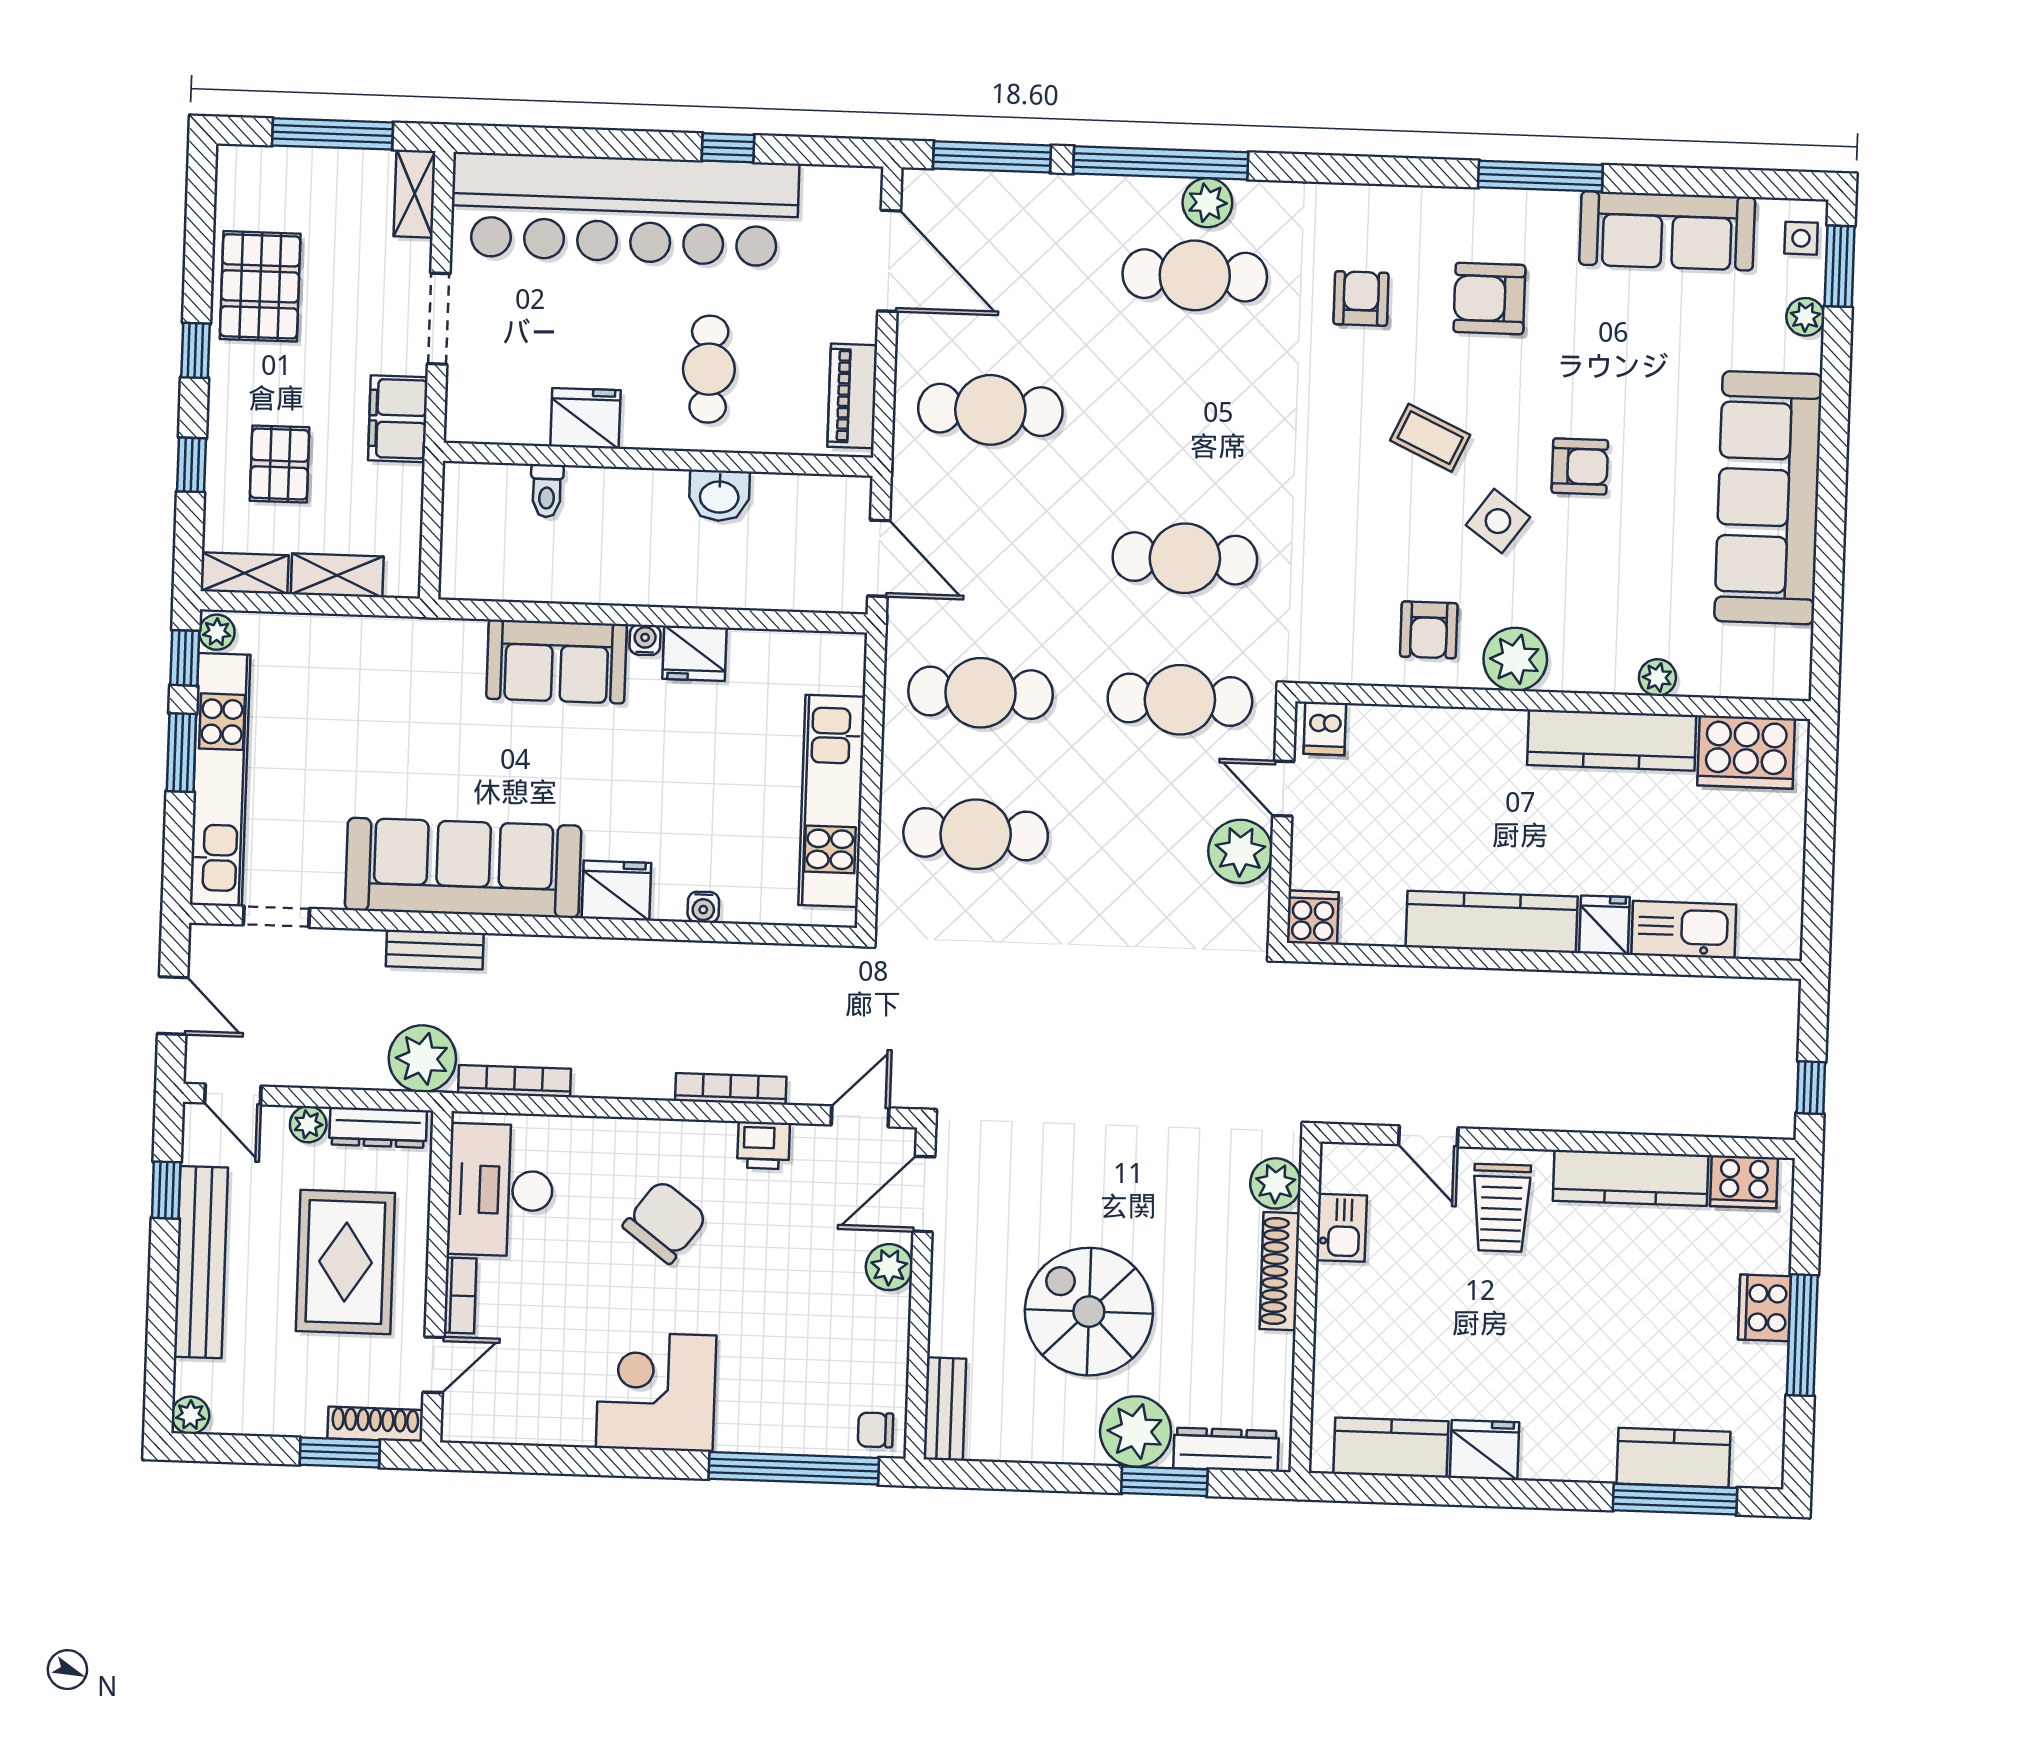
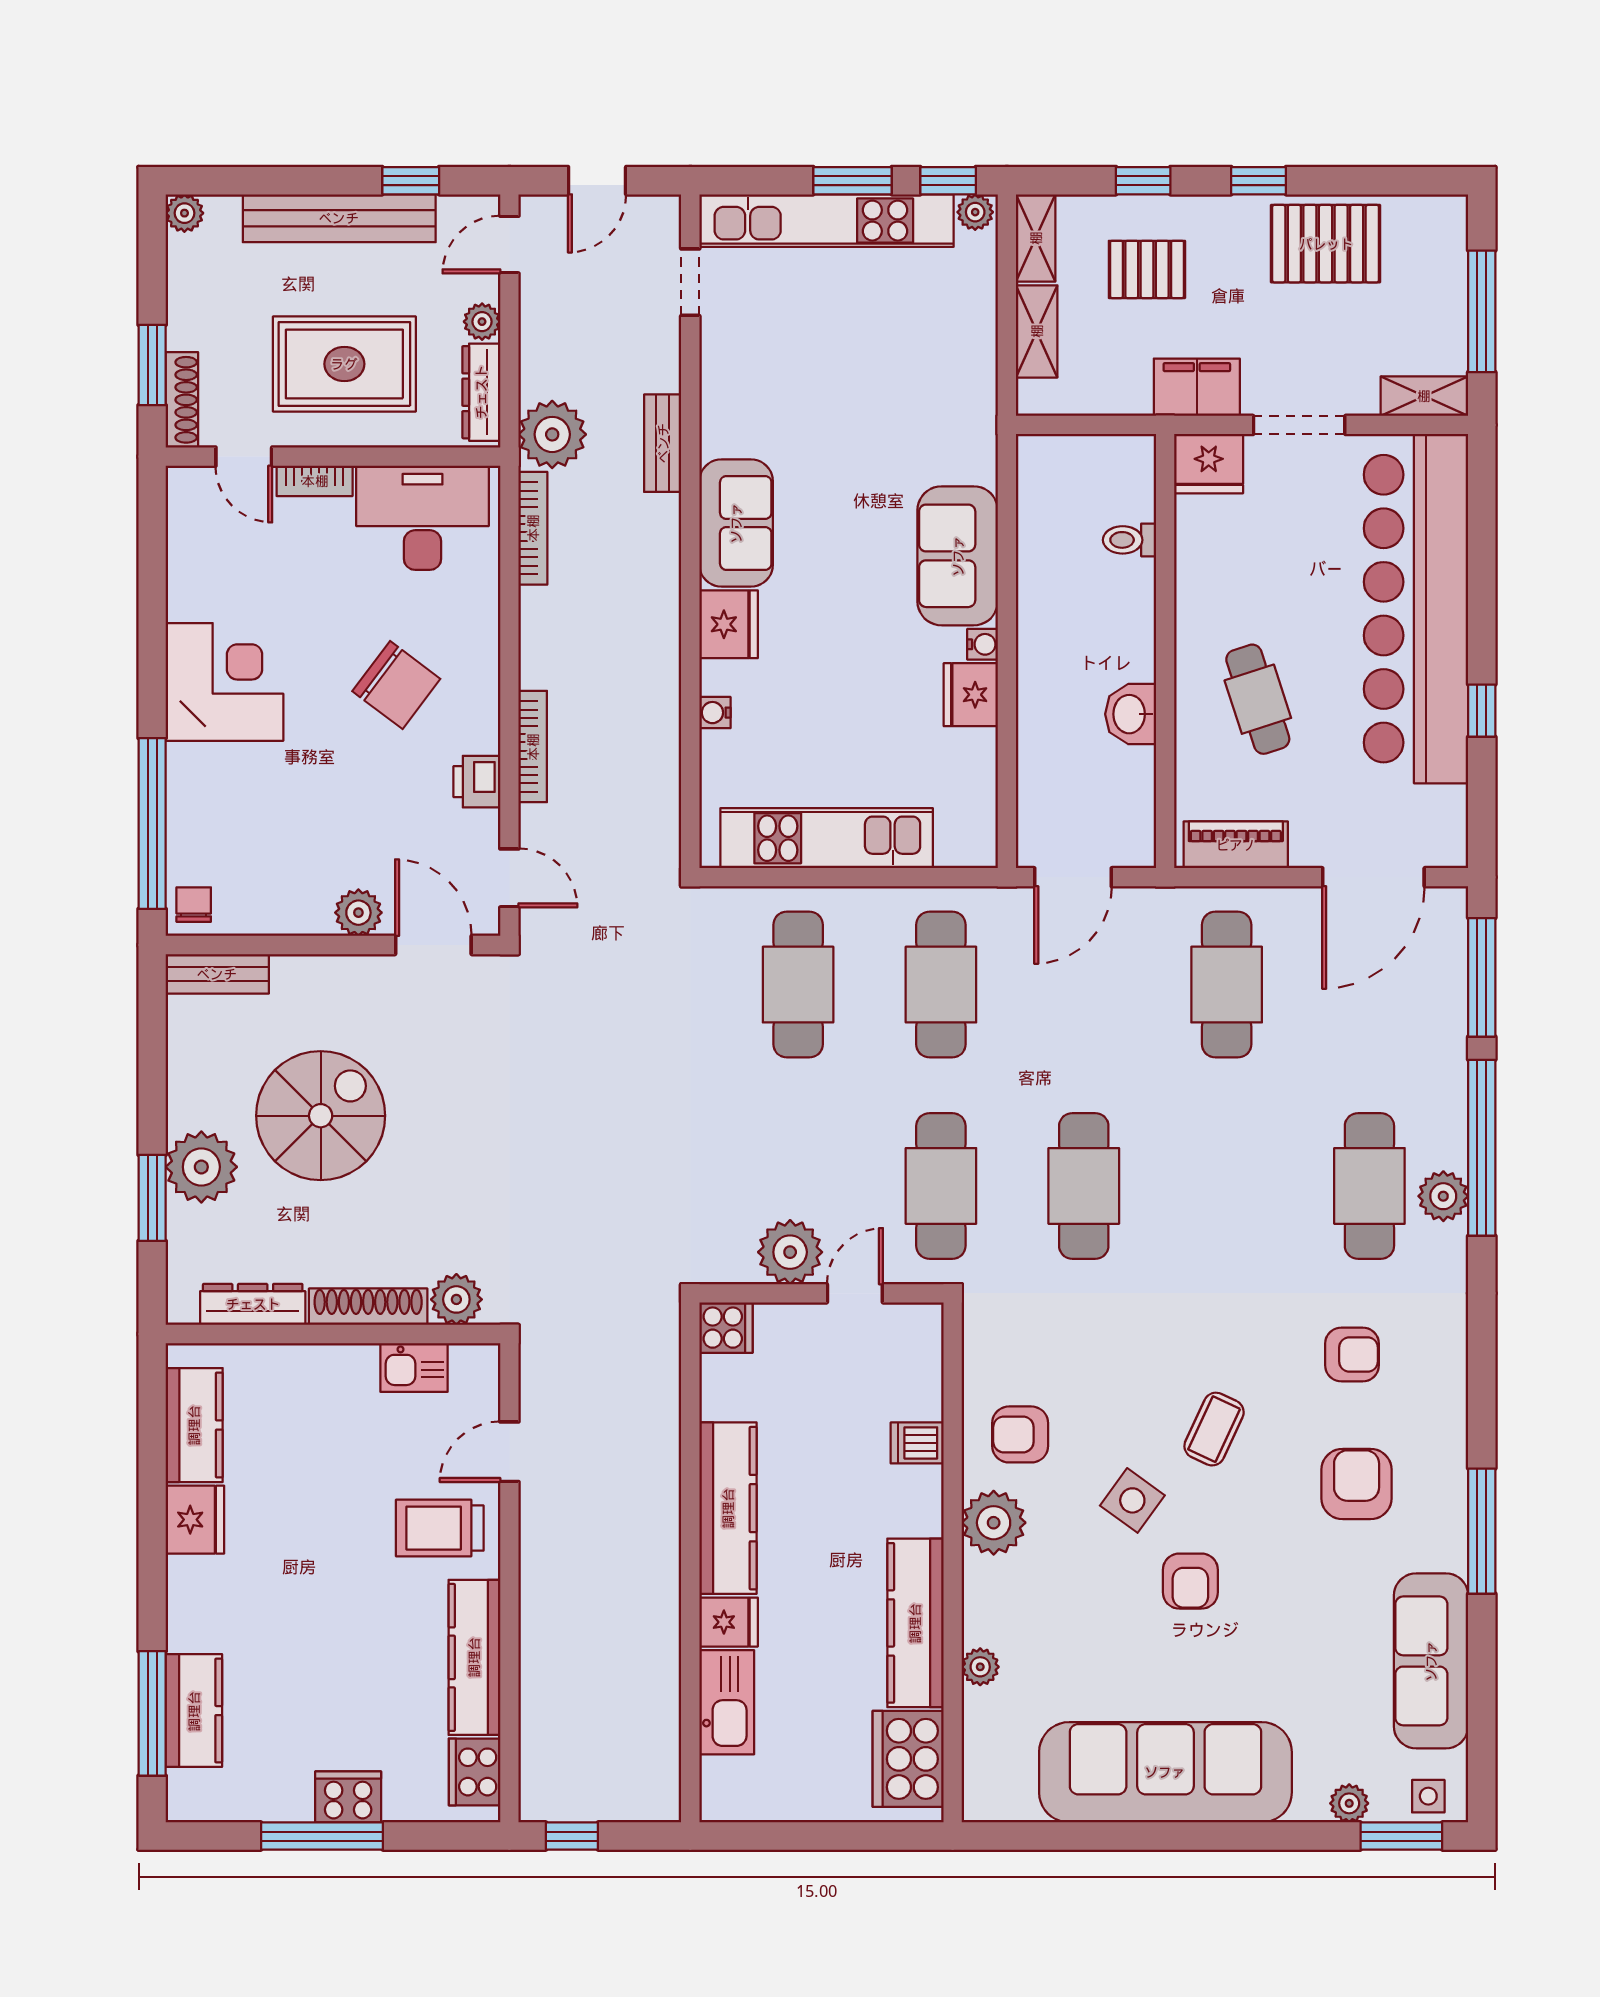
cafe table: (709, 369) -> (1258, 699), turned 72
fridge: (585, 418) -> (1209, 464), moved, turned 90
dishwasher: (1325, 728) -> (917, 1443), moved
sofa: (463, 868) -> (736, 523), width x0.54, depth x0.79
dresser: (1226, 1450) -> (253, 1304), moved, turned -90

